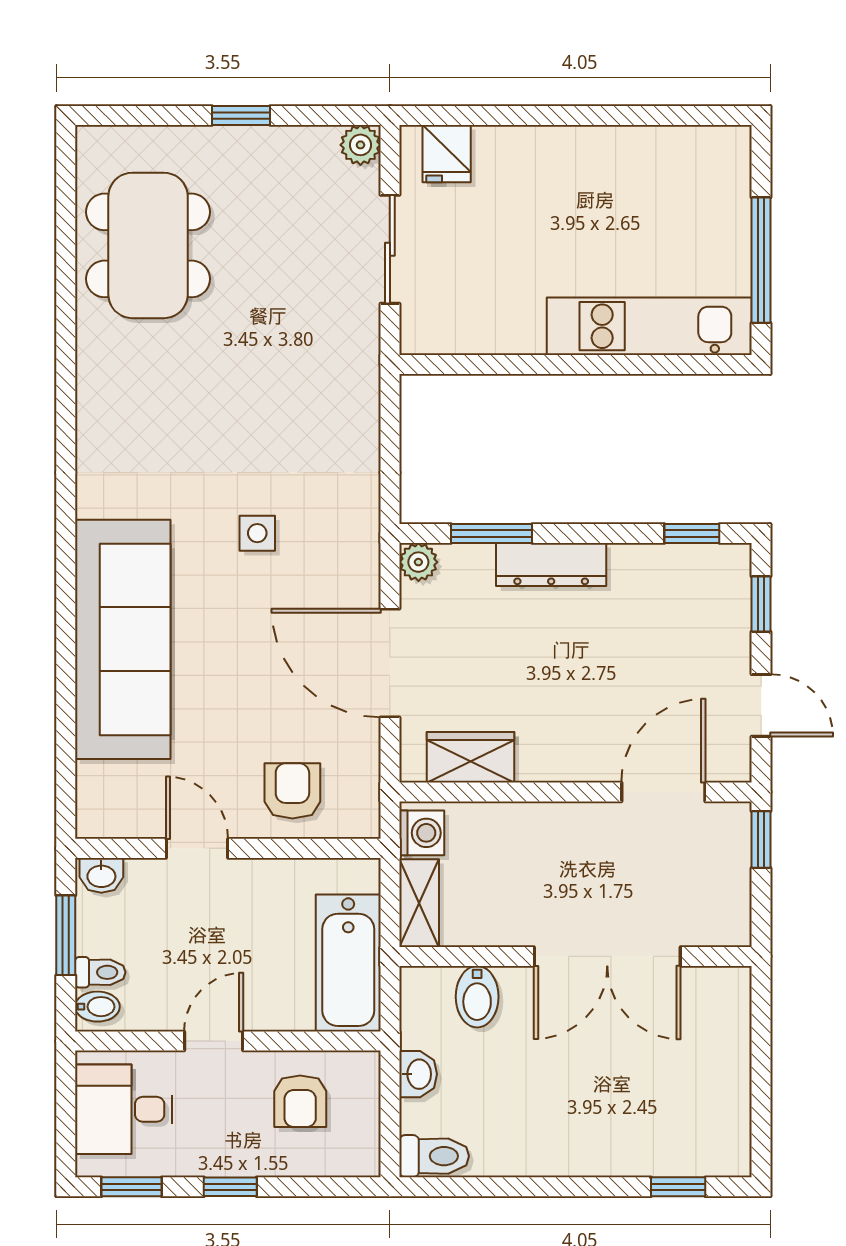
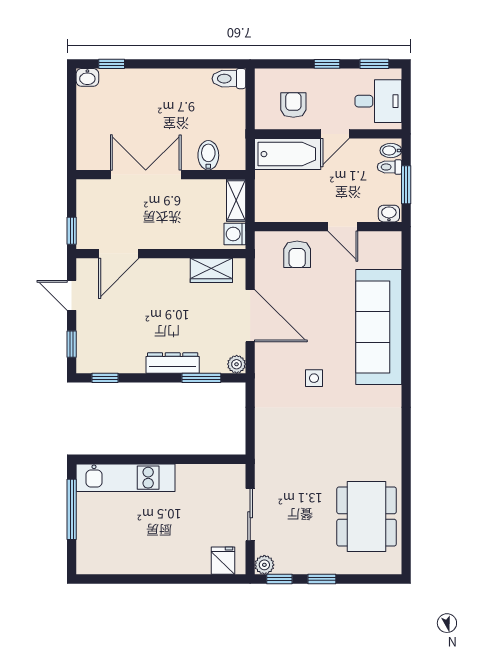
window: (329, 115) -> (279, 579), added
bathtub: (348, 963) -> (288, 154), moved, turned 90
washbasin: (418, 1074) -> (87, 77), moved, turned -90

